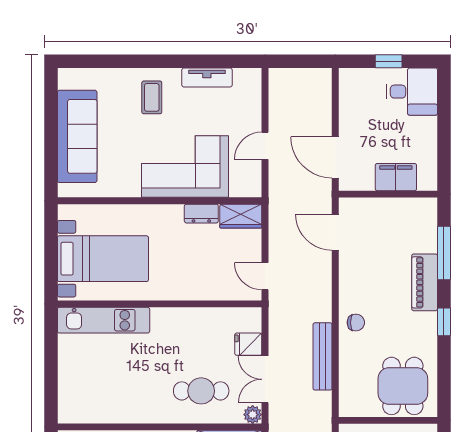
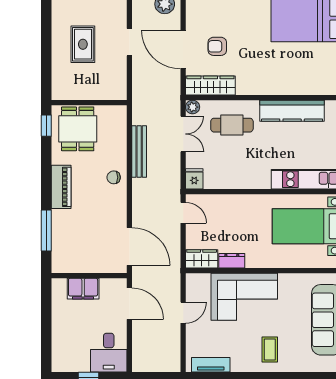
tv unit: (207, 77) -> (211, 365), moved
desk: (412, 92) -> (109, 353), moved, turned -90
door: (335, 232) -> (129, 246), width x1.36
piano: (425, 282) -> (61, 187), moved
window: (444, 322) -> (46, 126), moved
fridge: (248, 344) -> (194, 179), moved, turned -90
kitchen counter: (123, 410) -> (292, 111), added

